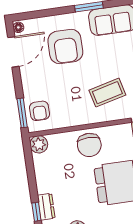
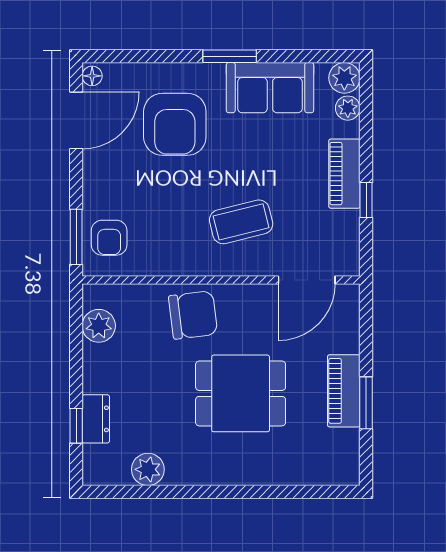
plant: (39, 144) -> (99, 326), moved
chair: (89, 145) -> (193, 315), turned -97

